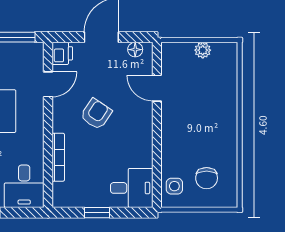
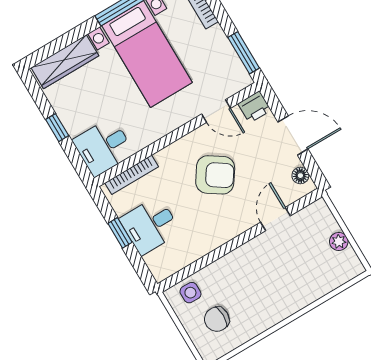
armchair: (96, 114) -> (215, 175), width x1.38, depth x1.38
bookcase: (58, 157) -> (132, 175), moved
desk: (132, 188) -> (150, 225), moved, turned 90

